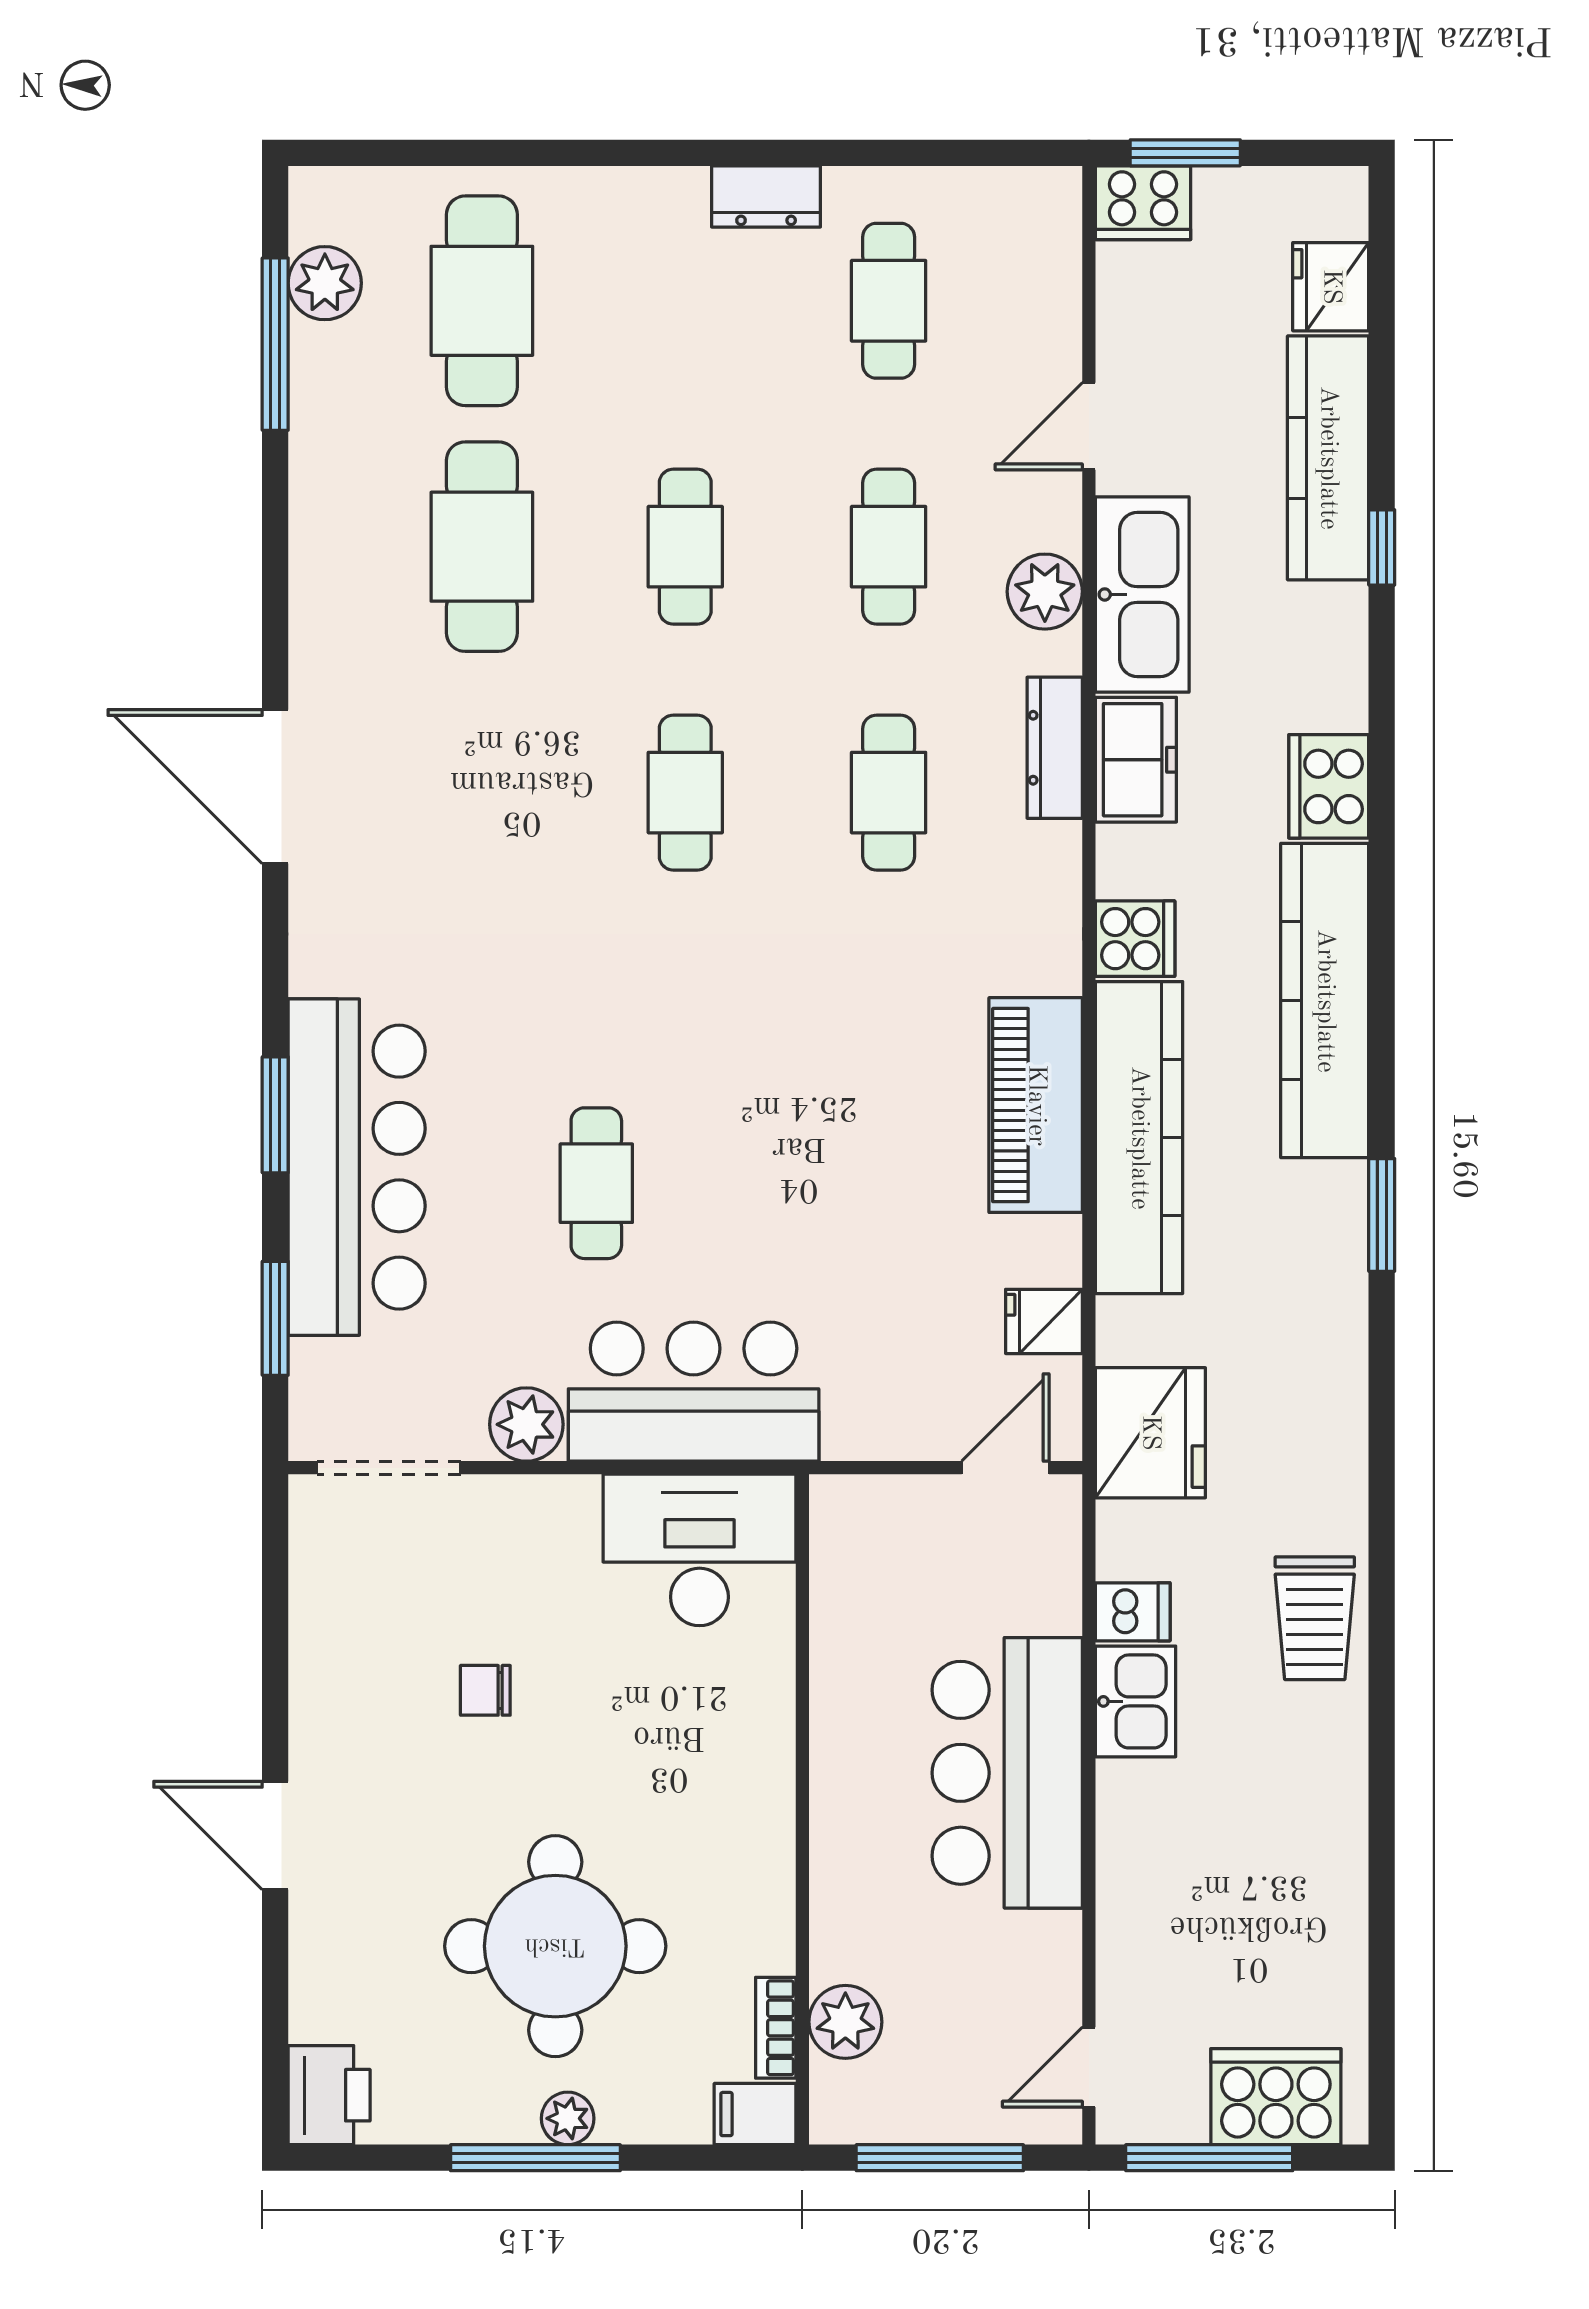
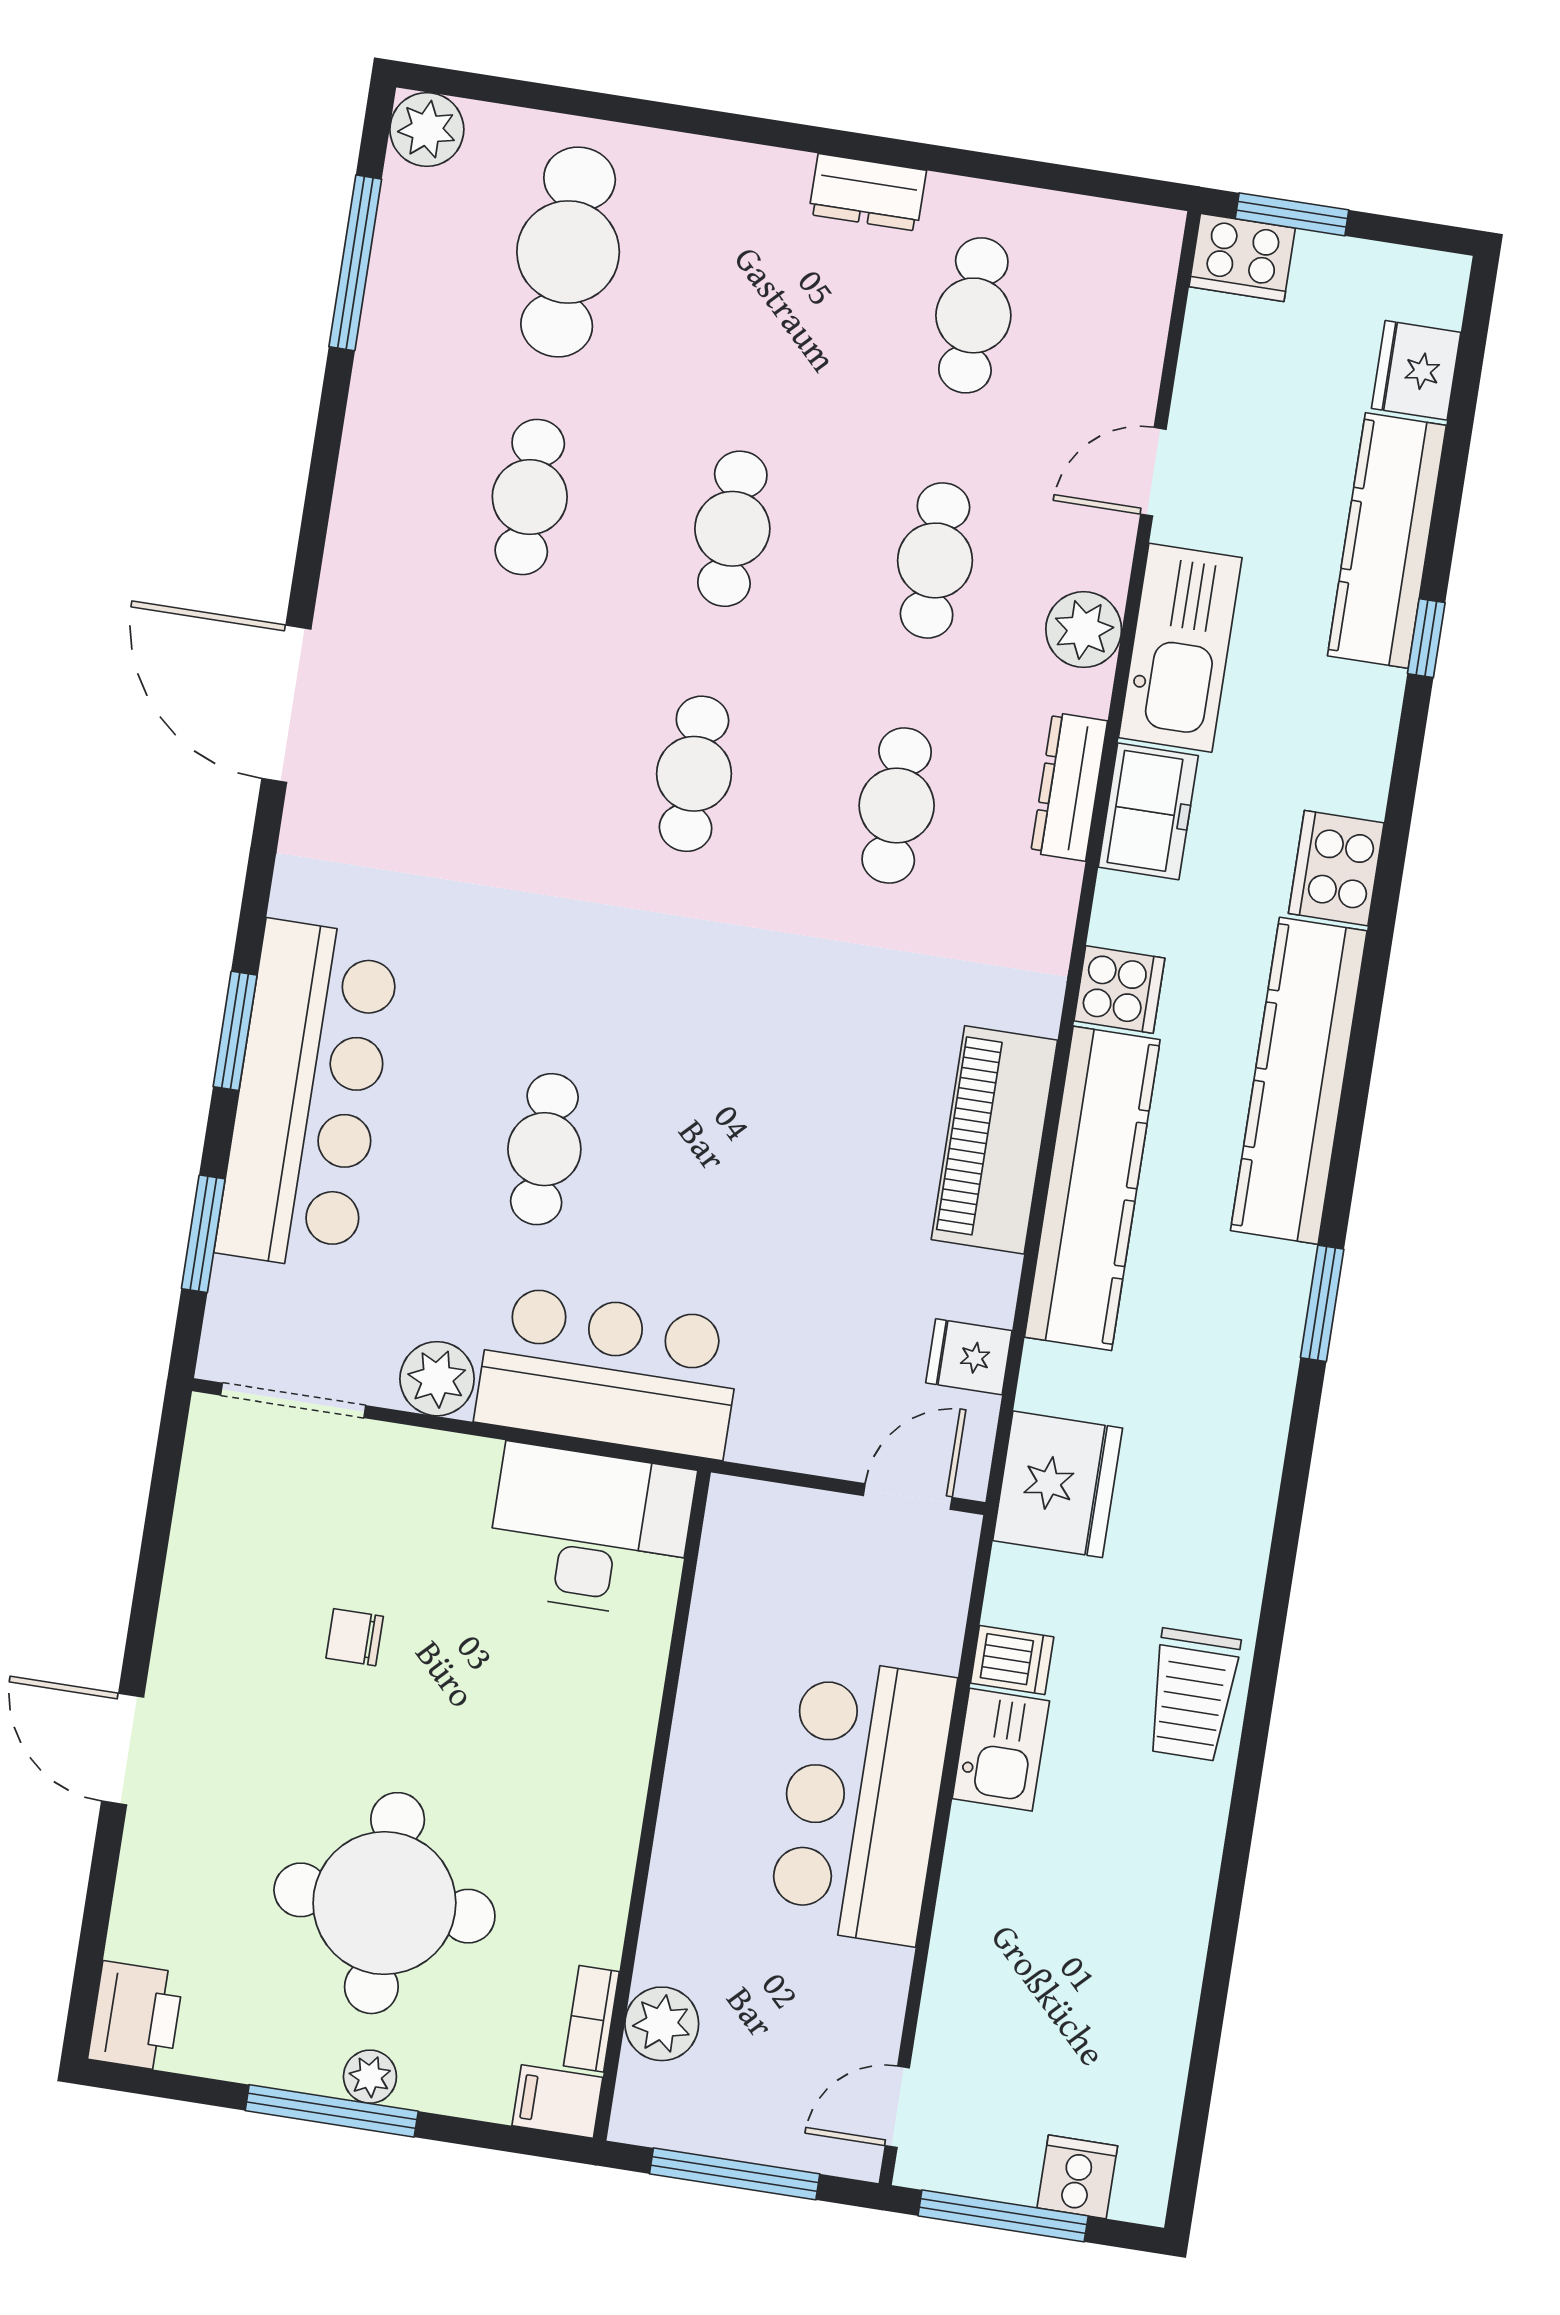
plant: (325, 283) -> (427, 129), moved
cafe table: (482, 547) -> (530, 497), width x0.73, depth x0.74
cooker: (1276, 2097) -> (1077, 2177), width x0.53, depth x0.76

